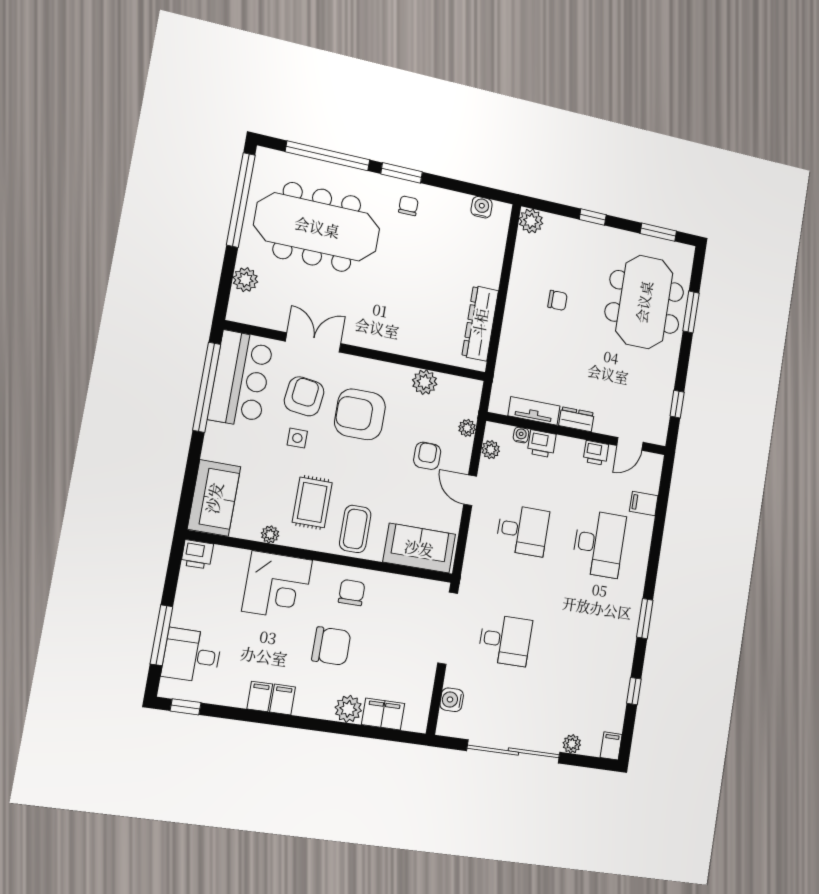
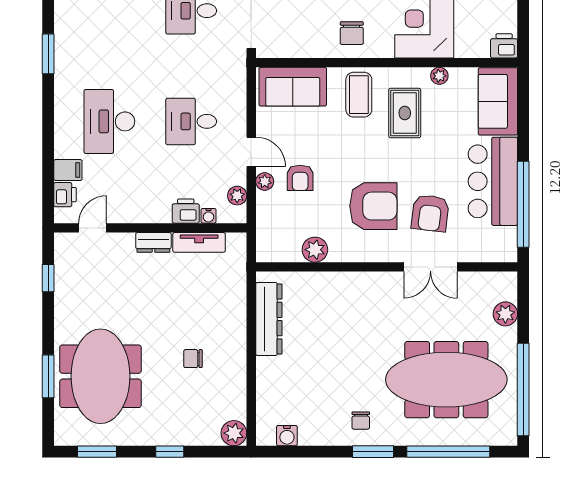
bar counter: (241, 379) -> (493, 181), moved
plant: (467, 428) -> (265, 181), moved
side table: (297, 438) -> (430, 172), removed
printer: (596, 453) -> (65, 195), moved, turned 90

